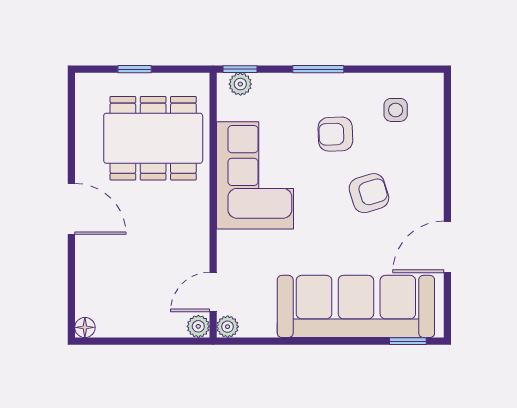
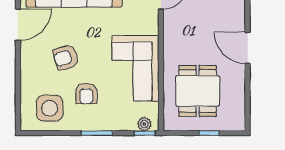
side table: (396, 110) -> (50, 108), width x1.87, depth x1.87
armchair: (335, 134) -> (86, 93), turned 92
dining table: (153, 138) -> (198, 91), width x0.73

